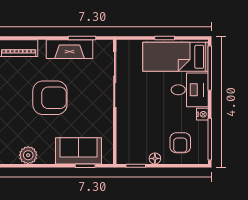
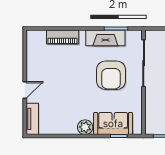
armchair: (50, 98) -> (111, 75), moved, turned 90
plant: (28, 155) -> (85, 127), moved

